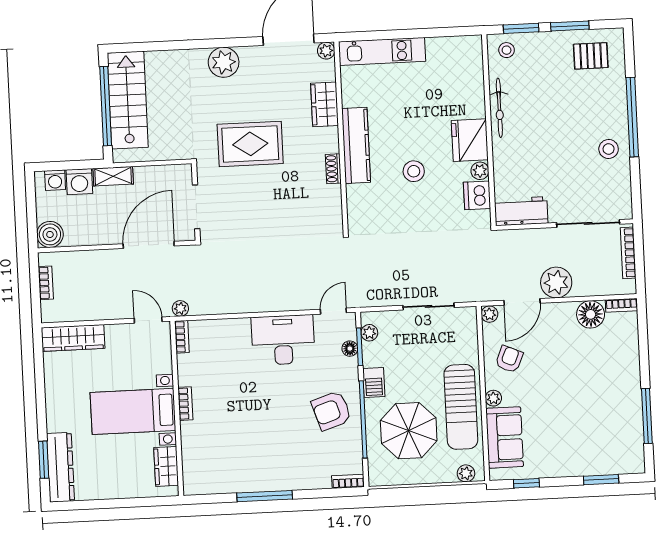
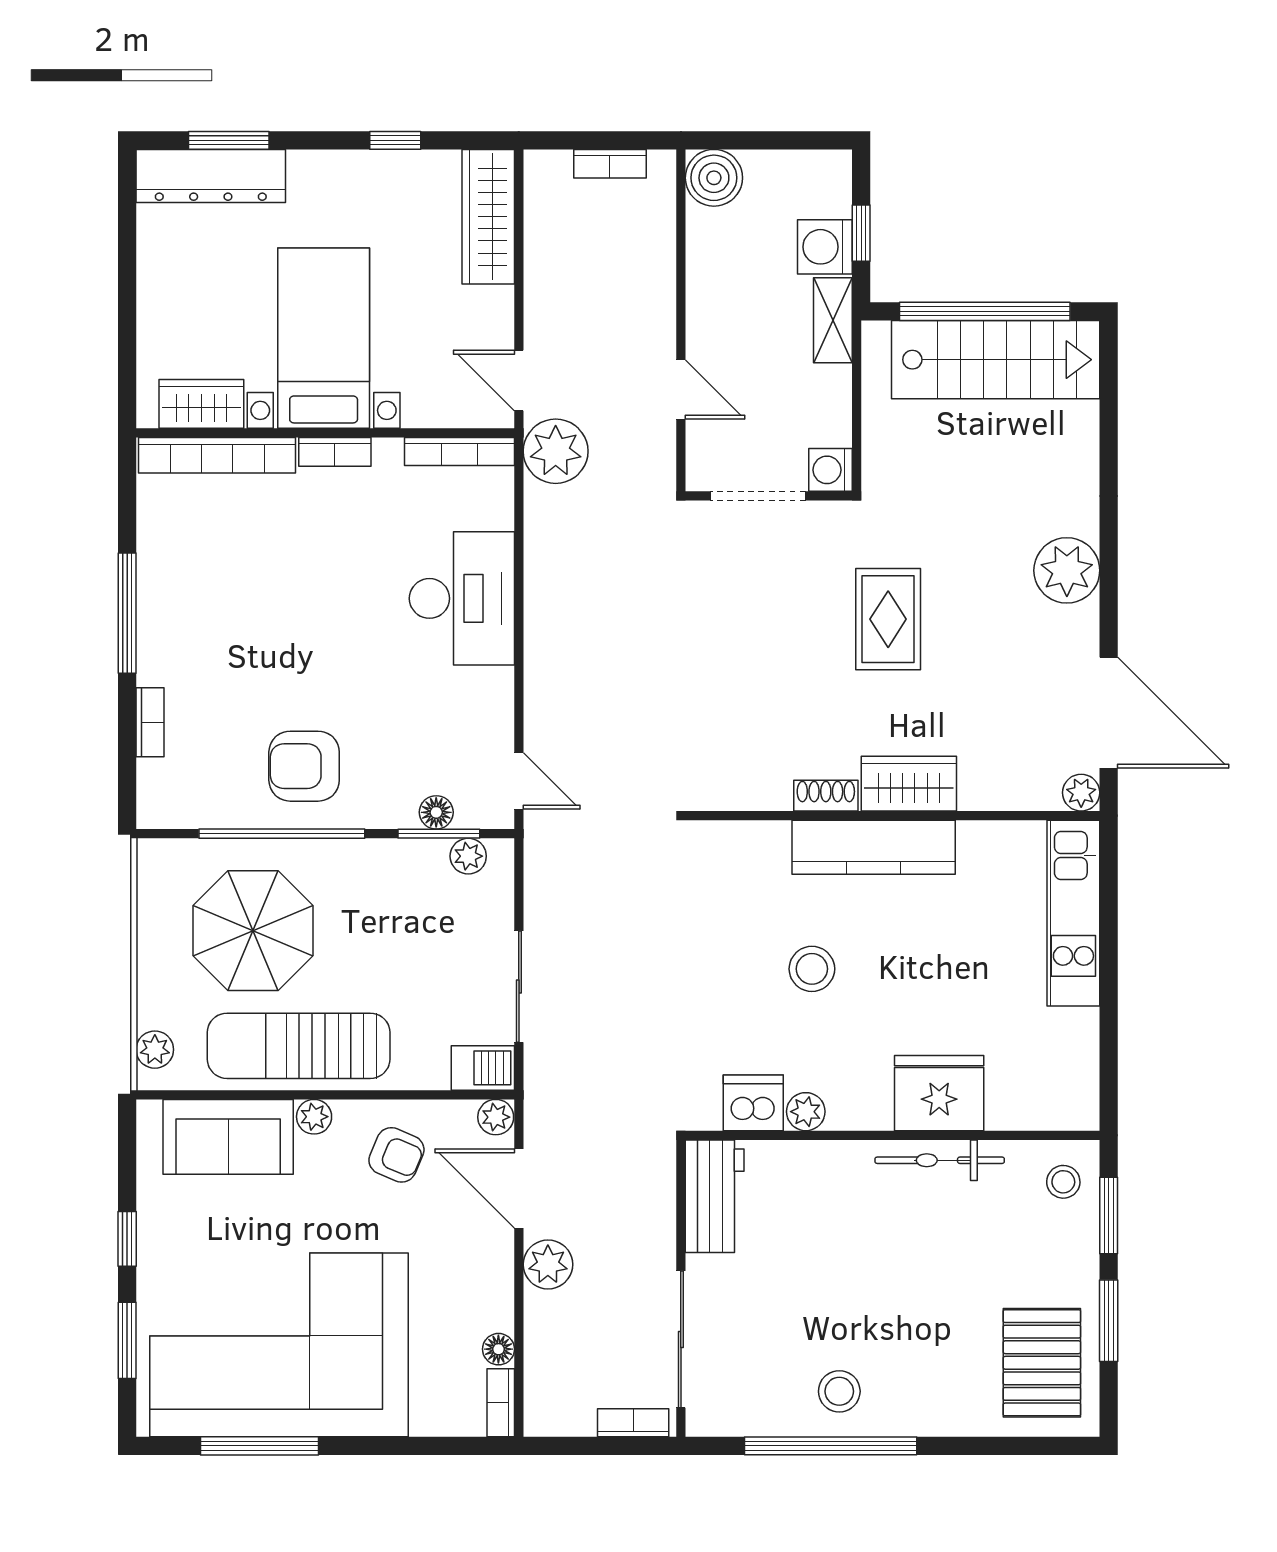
pallet: (591, 56) -> (1042, 1363), width x1.50, depth x1.42
wardrobe: (325, 104) -> (909, 784), moved
window: (632, 117) -> (831, 1446), moved
fridge: (470, 140) -> (939, 1093), moved
rug: (250, 144) -> (888, 619), width x0.73, depth x0.70
window: (72, 165) -> (861, 233), added
washing machine: (55, 180) -> (830, 470), moved
door: (149, 245) -> (681, 390), width x0.53
bookcase: (628, 253) -> (633, 1423), width x0.64
plant: (556, 282) -> (548, 1264), width x0.73, depth x0.73
plant: (180, 308) -> (556, 451), width x1.88, depth x1.88
floor lamp: (591, 314) -> (498, 1349), width x0.53, depth x0.53
door: (148, 320) -> (519, 381), swing flipped
bookcase: (182, 337) -> (460, 451), width x1.56
desk: (283, 340) -> (462, 598), moved
barbecue: (374, 382) -> (483, 1068), moved, turned 180
window: (40, 383) -> (395, 140), added
corner sofa: (600, 409) -> (279, 1345), added
armchair: (331, 411) -> (304, 766), turned -72
bookcase: (190, 458) -> (217, 455), added
bookcase: (348, 481) -> (150, 722), moved
window: (526, 483) -> (127, 1239), moved

